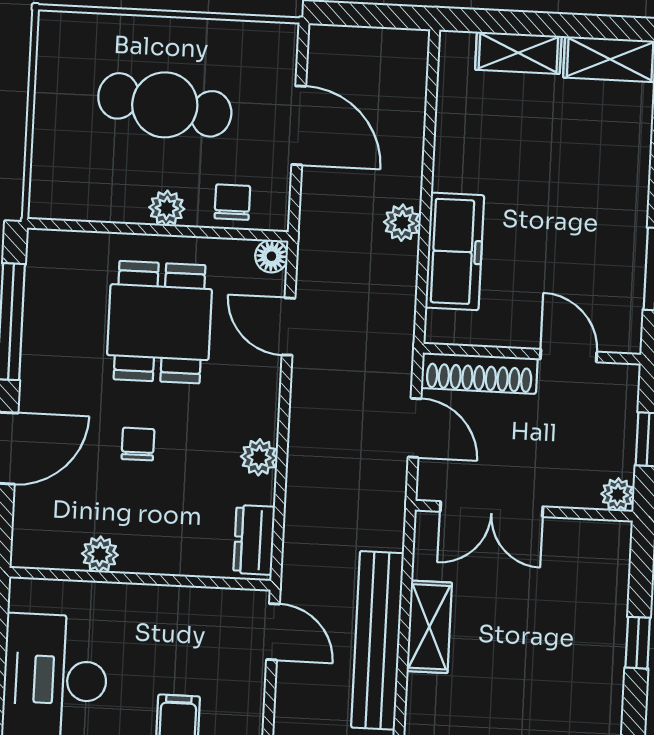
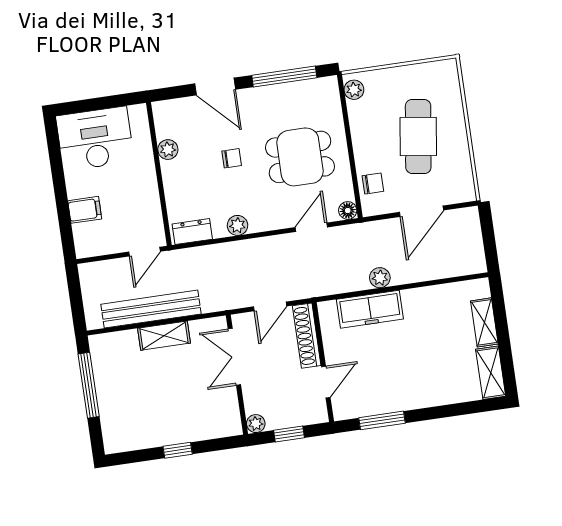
plant: (167, 208) -> (354, 90), moved

